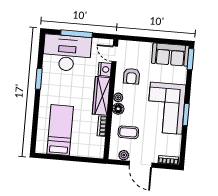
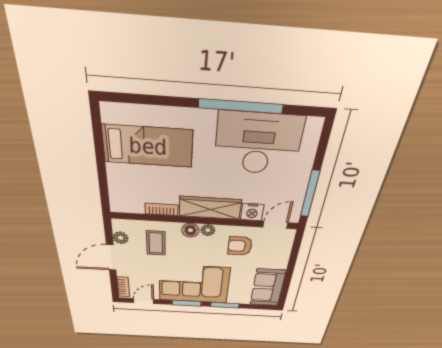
window: (77, 34) -> (310, 194), moved
desk: (67, 53) -> (258, 144), moved, turned -90
window: (191, 59) -> (225, 305), moved
window: (39, 79) -> (241, 106), width x2.11
door: (183, 147) -> (144, 301), added

